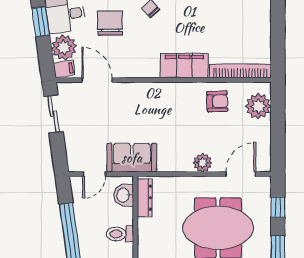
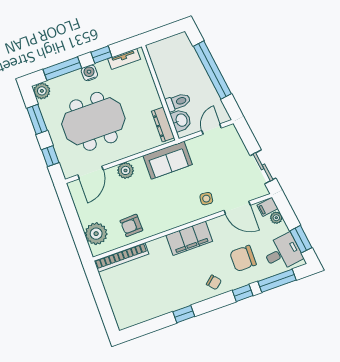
chair: (110, 23) -> (243, 258), turned 90
plant: (64, 47) -> (276, 218), width x0.53, depth x0.53
filing cabinet: (184, 66) -> (189, 238), moved
side table: (127, 102) -> (206, 199), added
sofa: (132, 158) -> (168, 160), moved
toilet: (120, 234) -> (178, 102), moved

